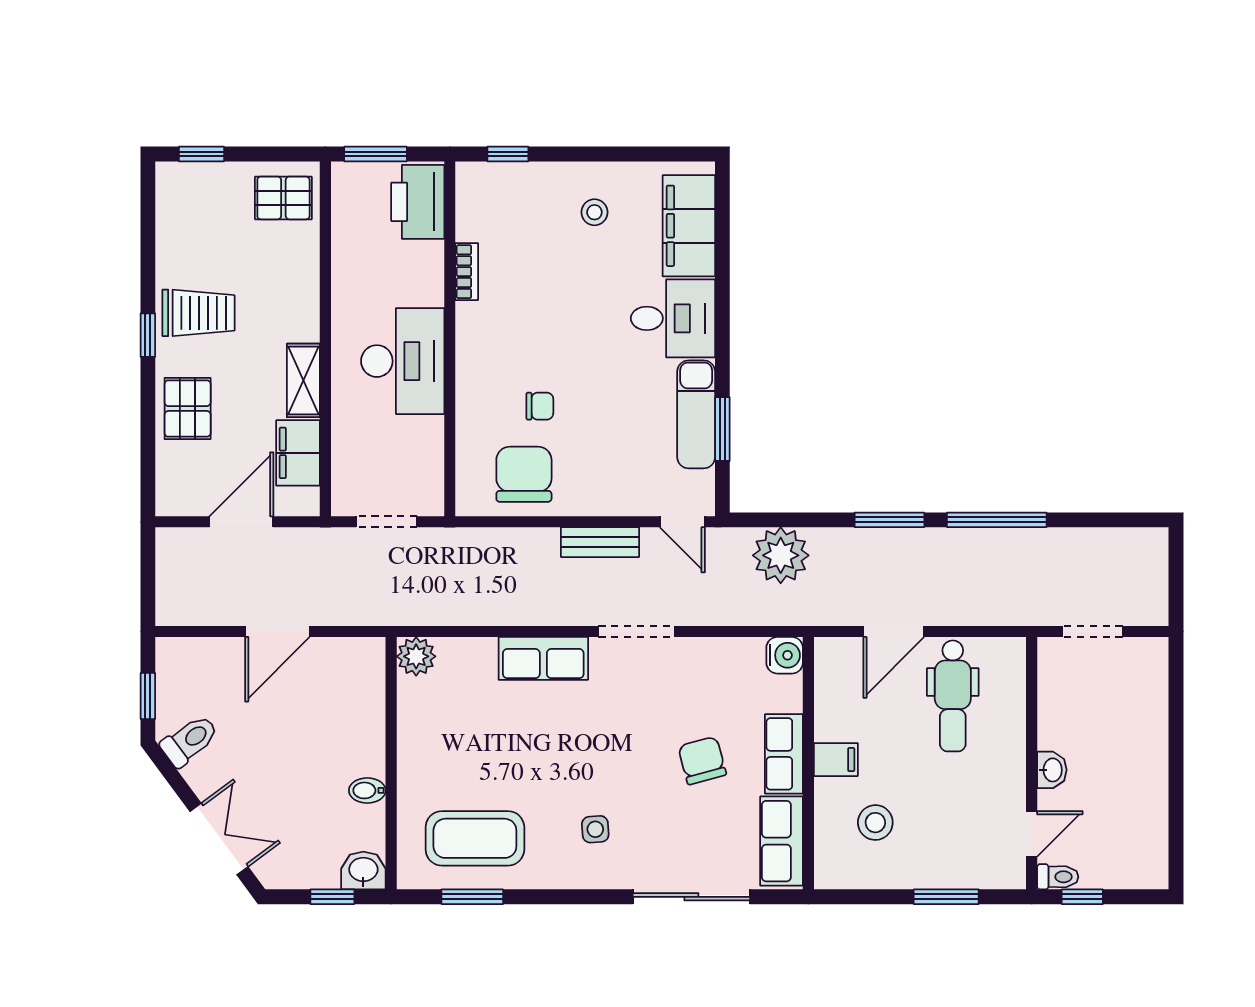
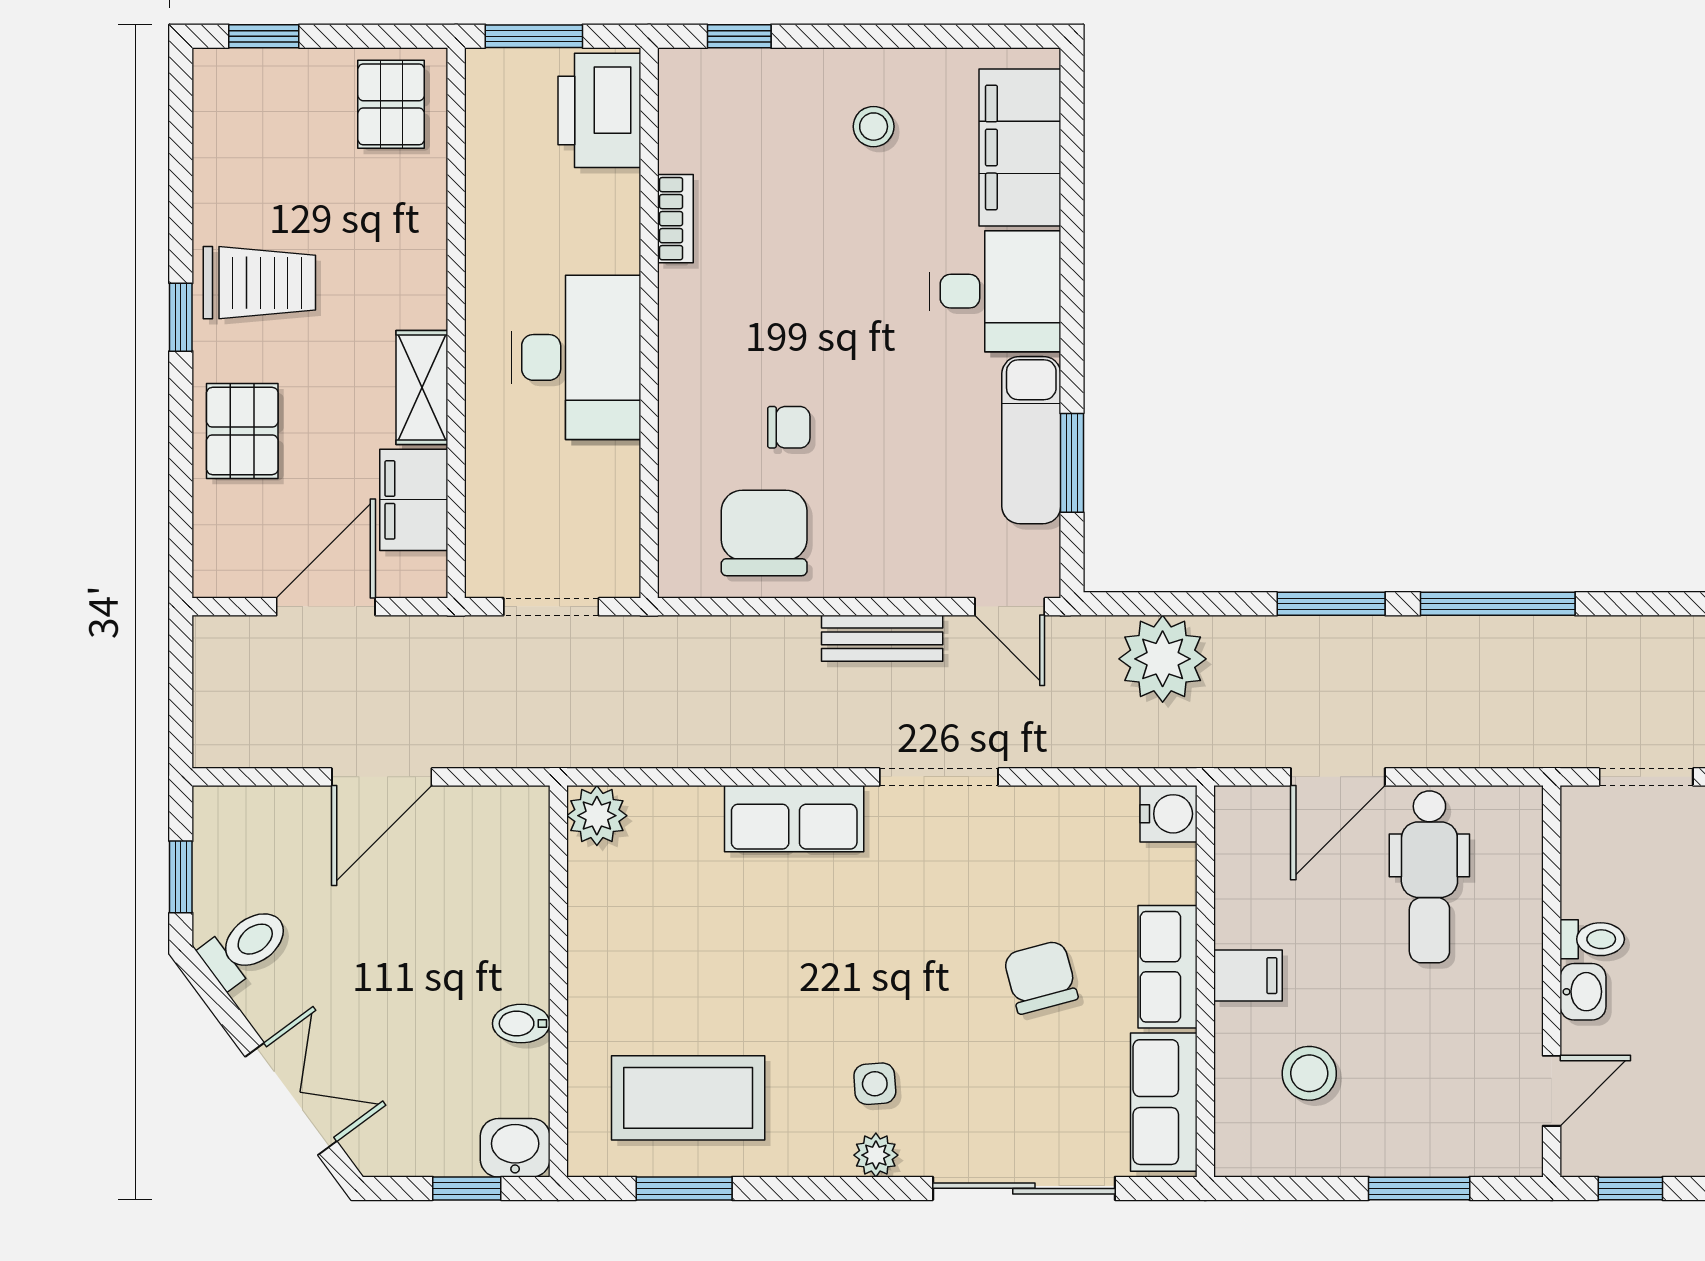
pallet: (283, 198) -> (391, 104), turned 90
plant: (596, 875) -> (876, 1155), added
toilet: (1058, 877) -> (1592, 939), moved

